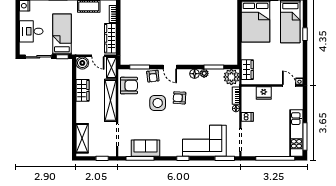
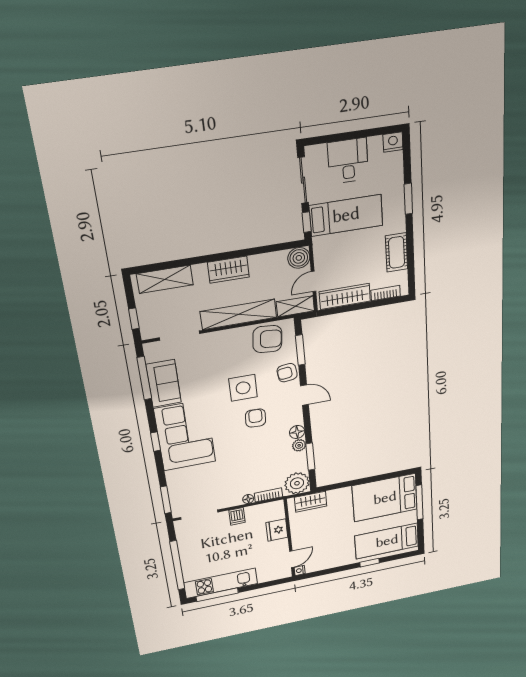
door: (170, 67) -> (304, 395), swing flipped
armchair: (129, 86) -> (267, 339), turned -84
wardrobe: (83, 90) -> (228, 270), moved
corner sofa: (204, 141) -> (185, 435), moved

